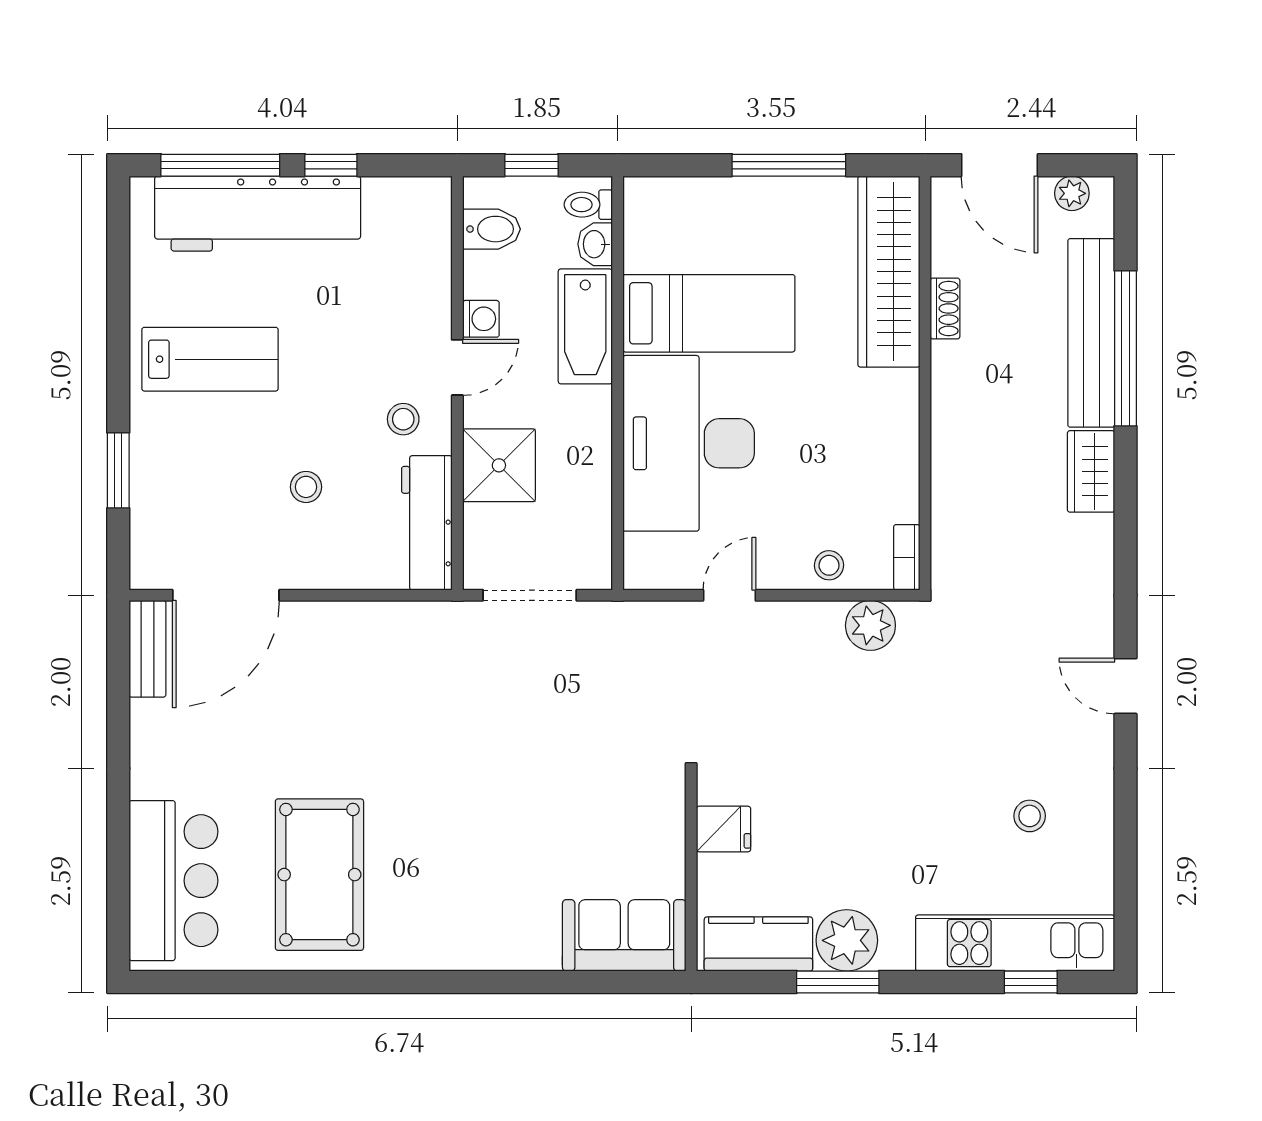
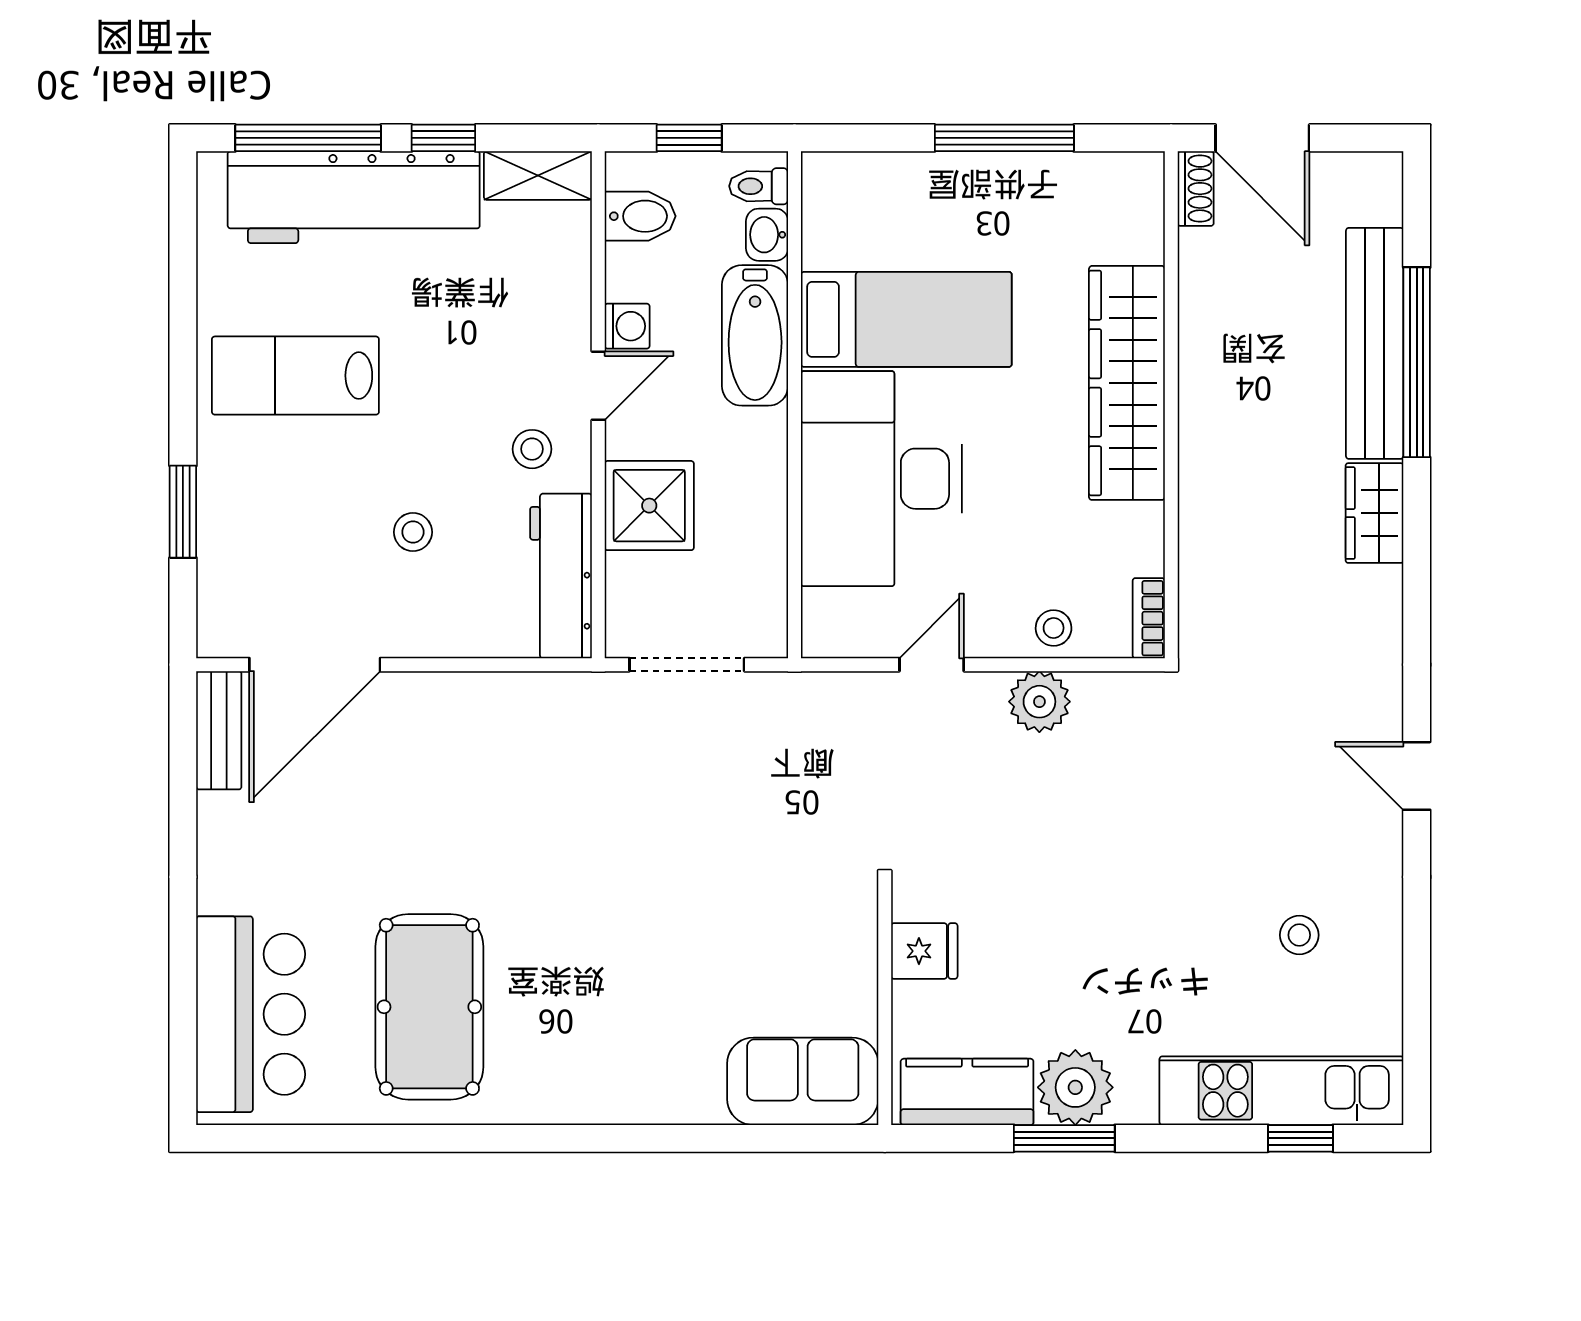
plant: (1072, 193) -> (1351, 172), removed
shelving: (408, 196) -> (538, 176), added
wardrobe: (889, 272) -> (1127, 383), moved
shoe rack: (945, 308) -> (1196, 189), moved
lab bench: (210, 359) -> (295, 376), turned 180
plant: (870, 625) -> (1039, 702), moved

